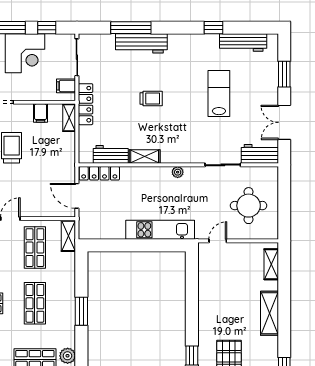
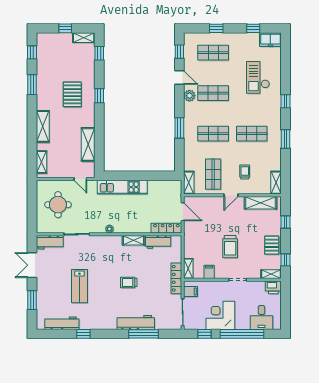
double door: (284, 122) -> (32, 265), swing flipped
door: (218, 241) -> (80, 179), hinge flipped
shelving: (207, 288) -> (88, 144), added
shop shelf: (35, 303) -> (213, 134), turned 90

